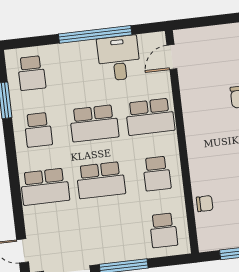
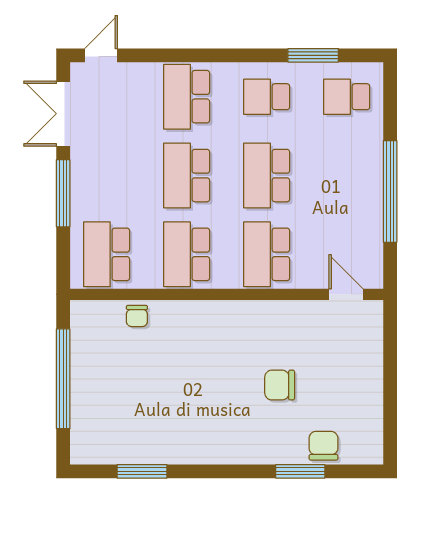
desk: (119, 58) -> (353, 220), removed
school desk: (157, 174) -> (187, 254), width x1.85
school desk: (163, 230) -> (107, 254), width x1.85

